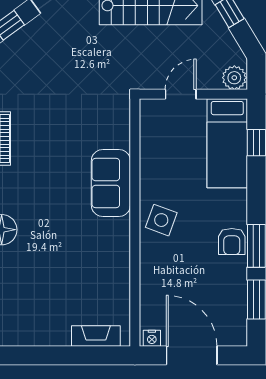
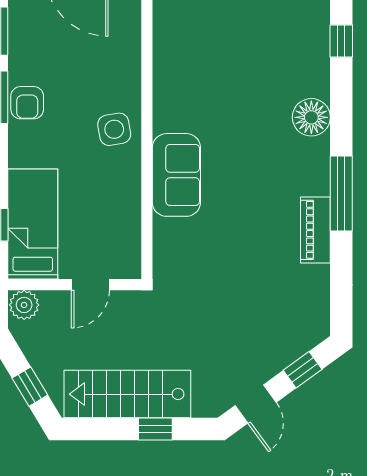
side table: (161, 220) -> (114, 129), turned -30
armchair: (232, 242) -> (27, 103), turned 180

